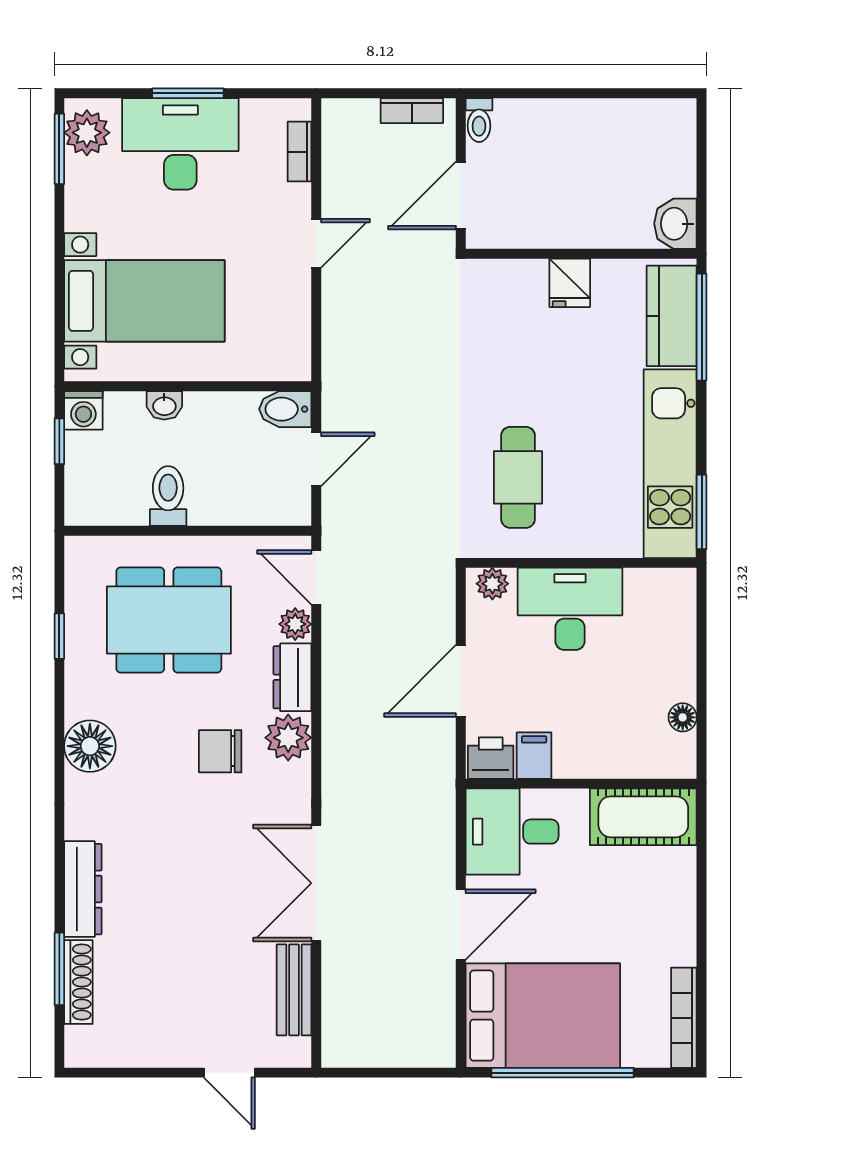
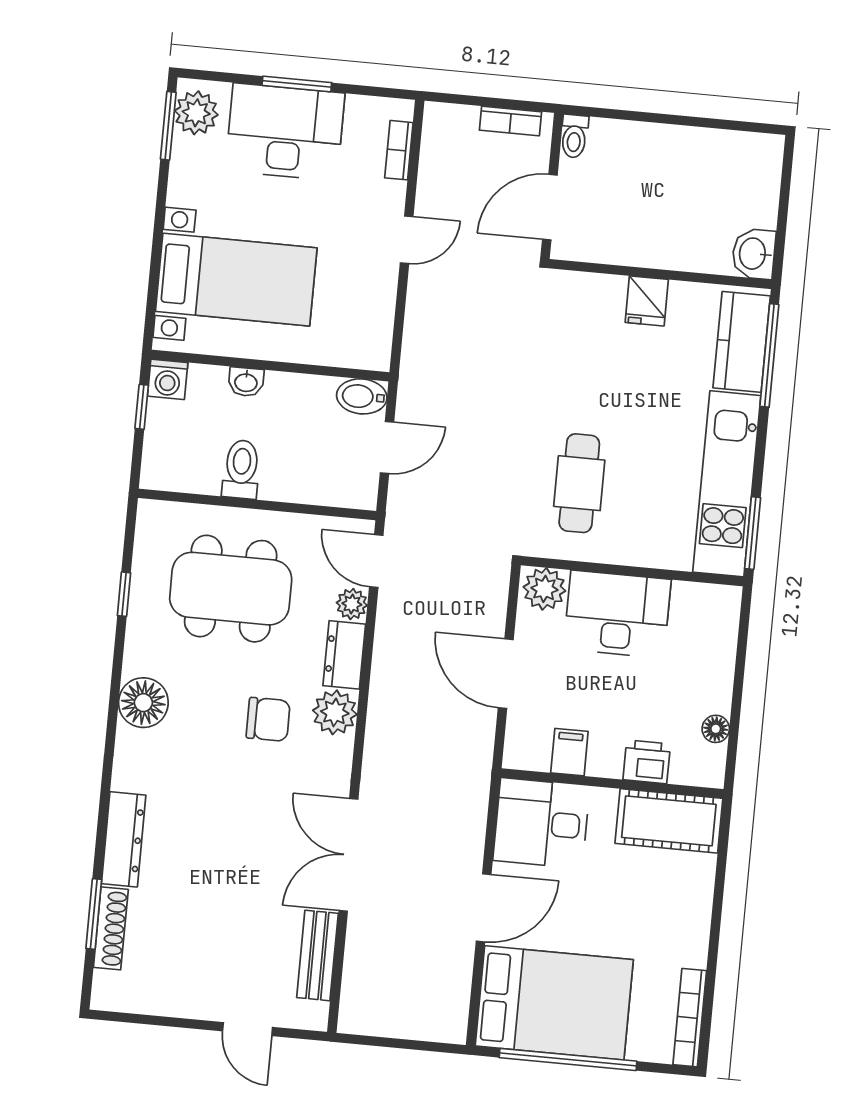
plant: (492, 584) -> (544, 589), width x1.38, depth x1.38
door: (461, 681) -> (506, 674), hinge flipped
chair: (220, 751) -> (268, 719), turned 180
printer: (491, 758) -> (647, 762), moved

